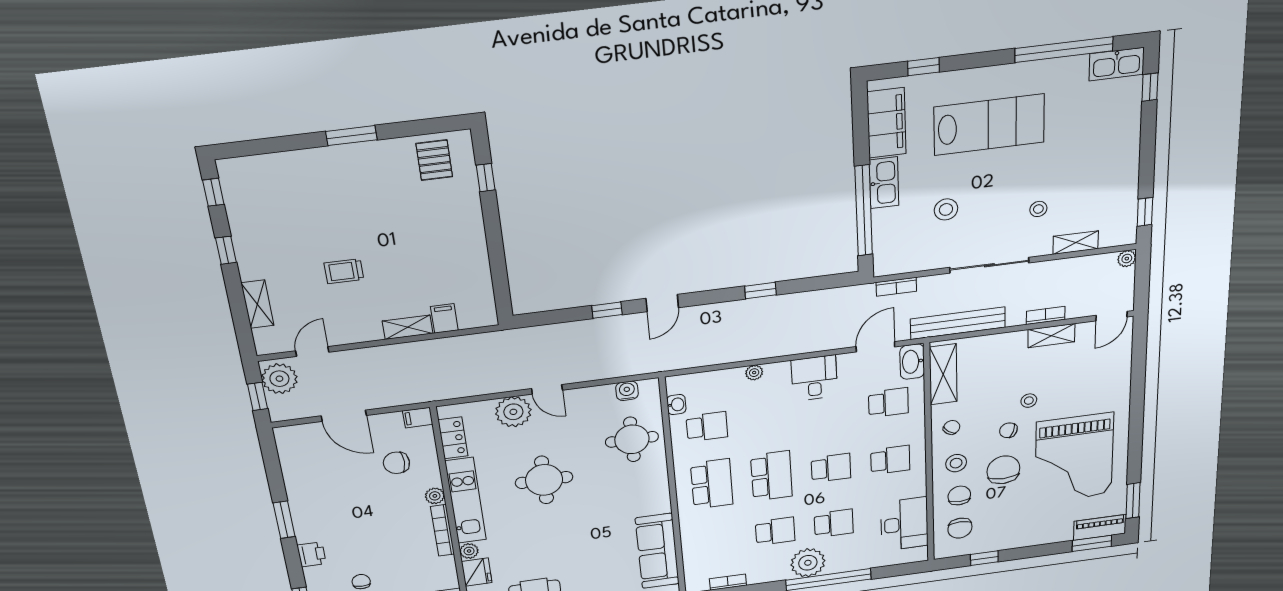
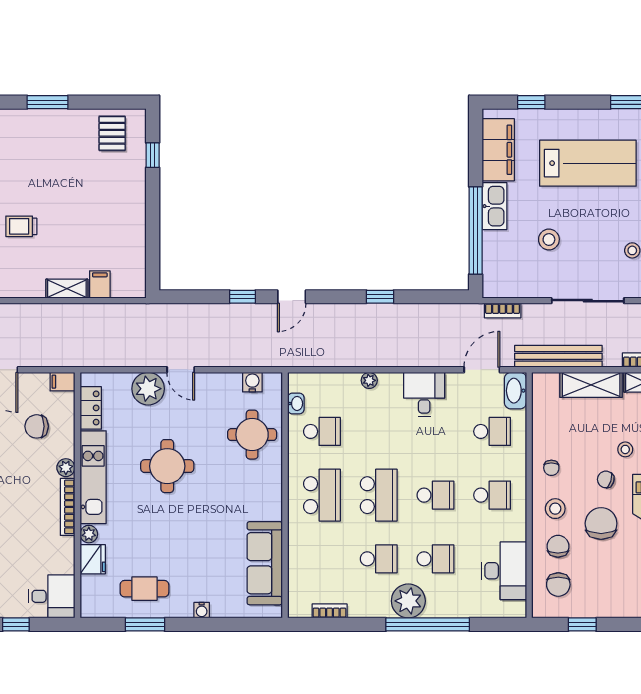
shelving: (943, 374) -> (591, 385), moved, turned 90
chair: (952, 427) -> (551, 468), turned 141

